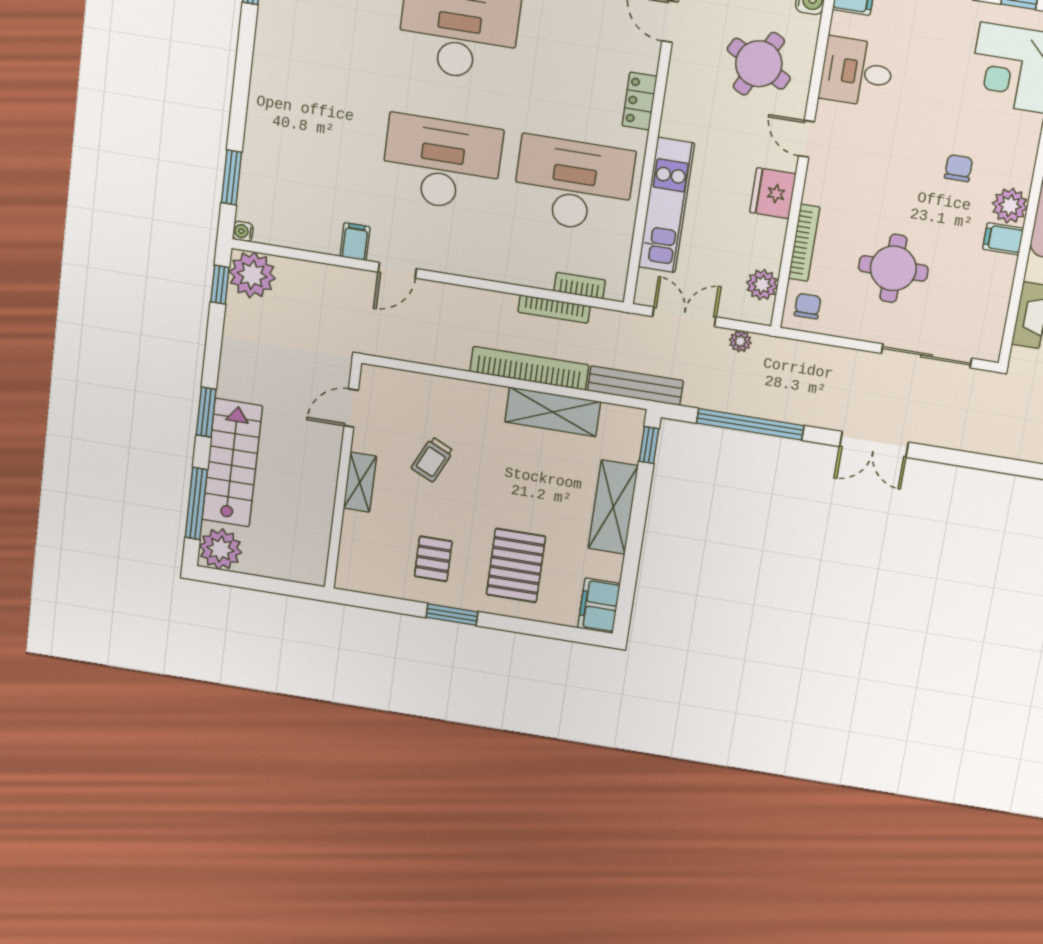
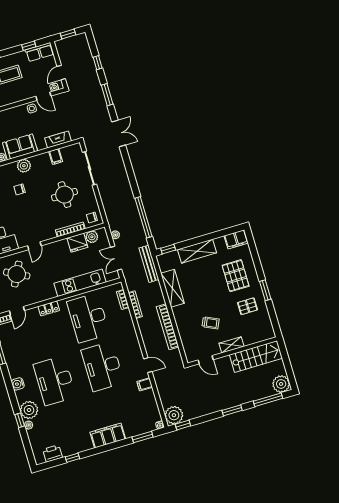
filing cabinet: (270, 97) -> (108, 435), added
fridge: (773, 193) -> (77, 243), moved
filing cabinet: (1003, 239) -> (56, 157), moved
bookcase: (529, 368) -> (168, 327), moved
double door: (874, 444) -> (119, 133), moved
stairs: (232, 463) -> (256, 356), moved, turned 180
pallet: (516, 565) -> (236, 276), turned 90

